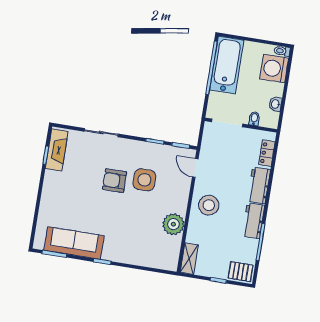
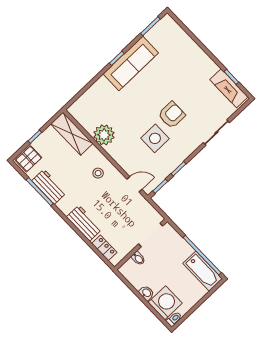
bathtub: (227, 65) -> (203, 271), width x0.73, depth x0.73
washbasin: (275, 104) -> (146, 293), moved
stool: (209, 205) -> (98, 173), width x0.53, depth x0.53
workbench: (253, 221) -> (49, 187), moved
sofa: (74, 243) -> (131, 63), moved
shelving: (189, 259) -> (72, 134), width x1.50, depth x1.33

